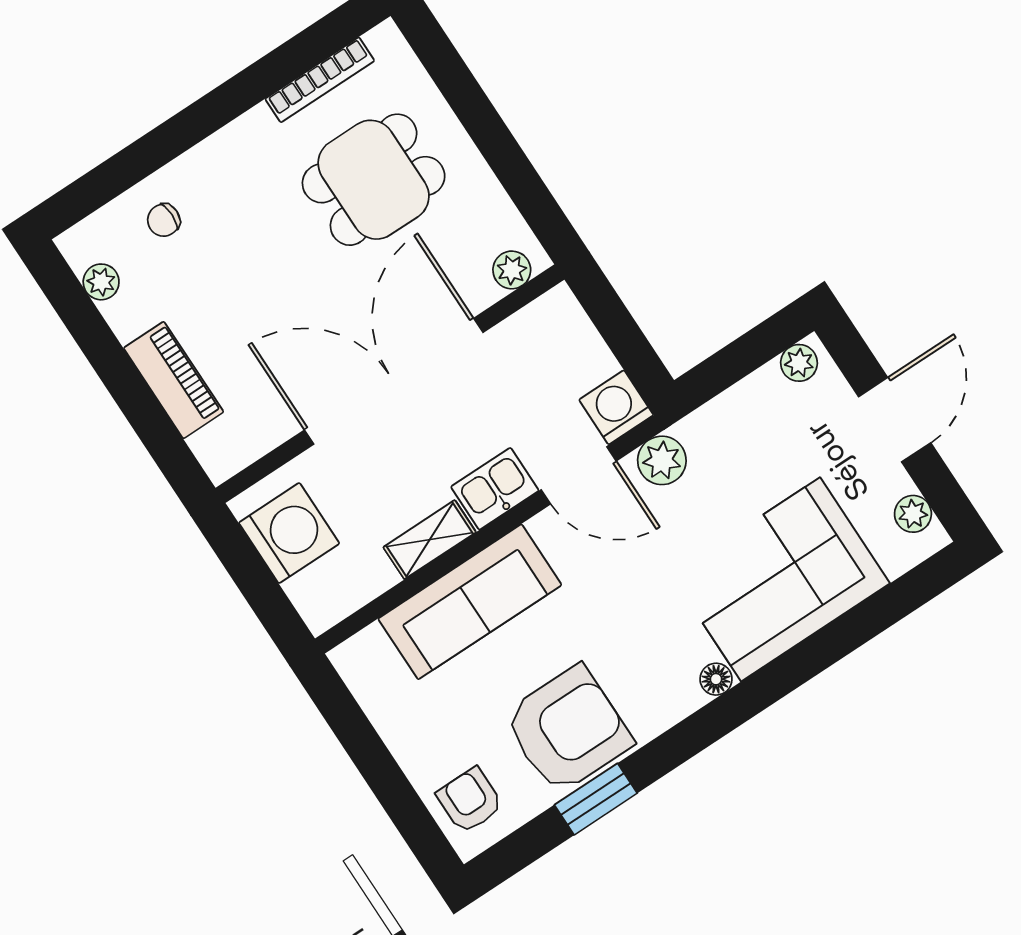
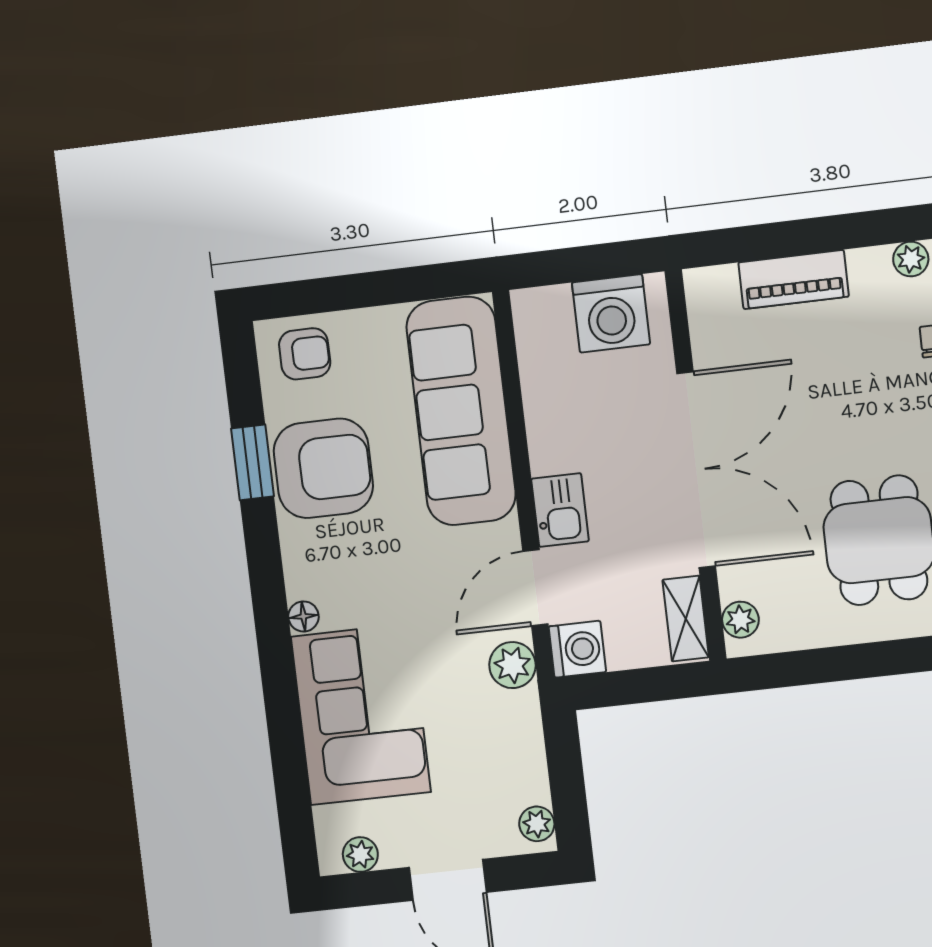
shelving: (430, 540) -> (686, 619), moved
sofa: (470, 602) -> (461, 411), width x1.36, depth x1.27
armchair: (568, 730) -> (323, 468), turned -90

